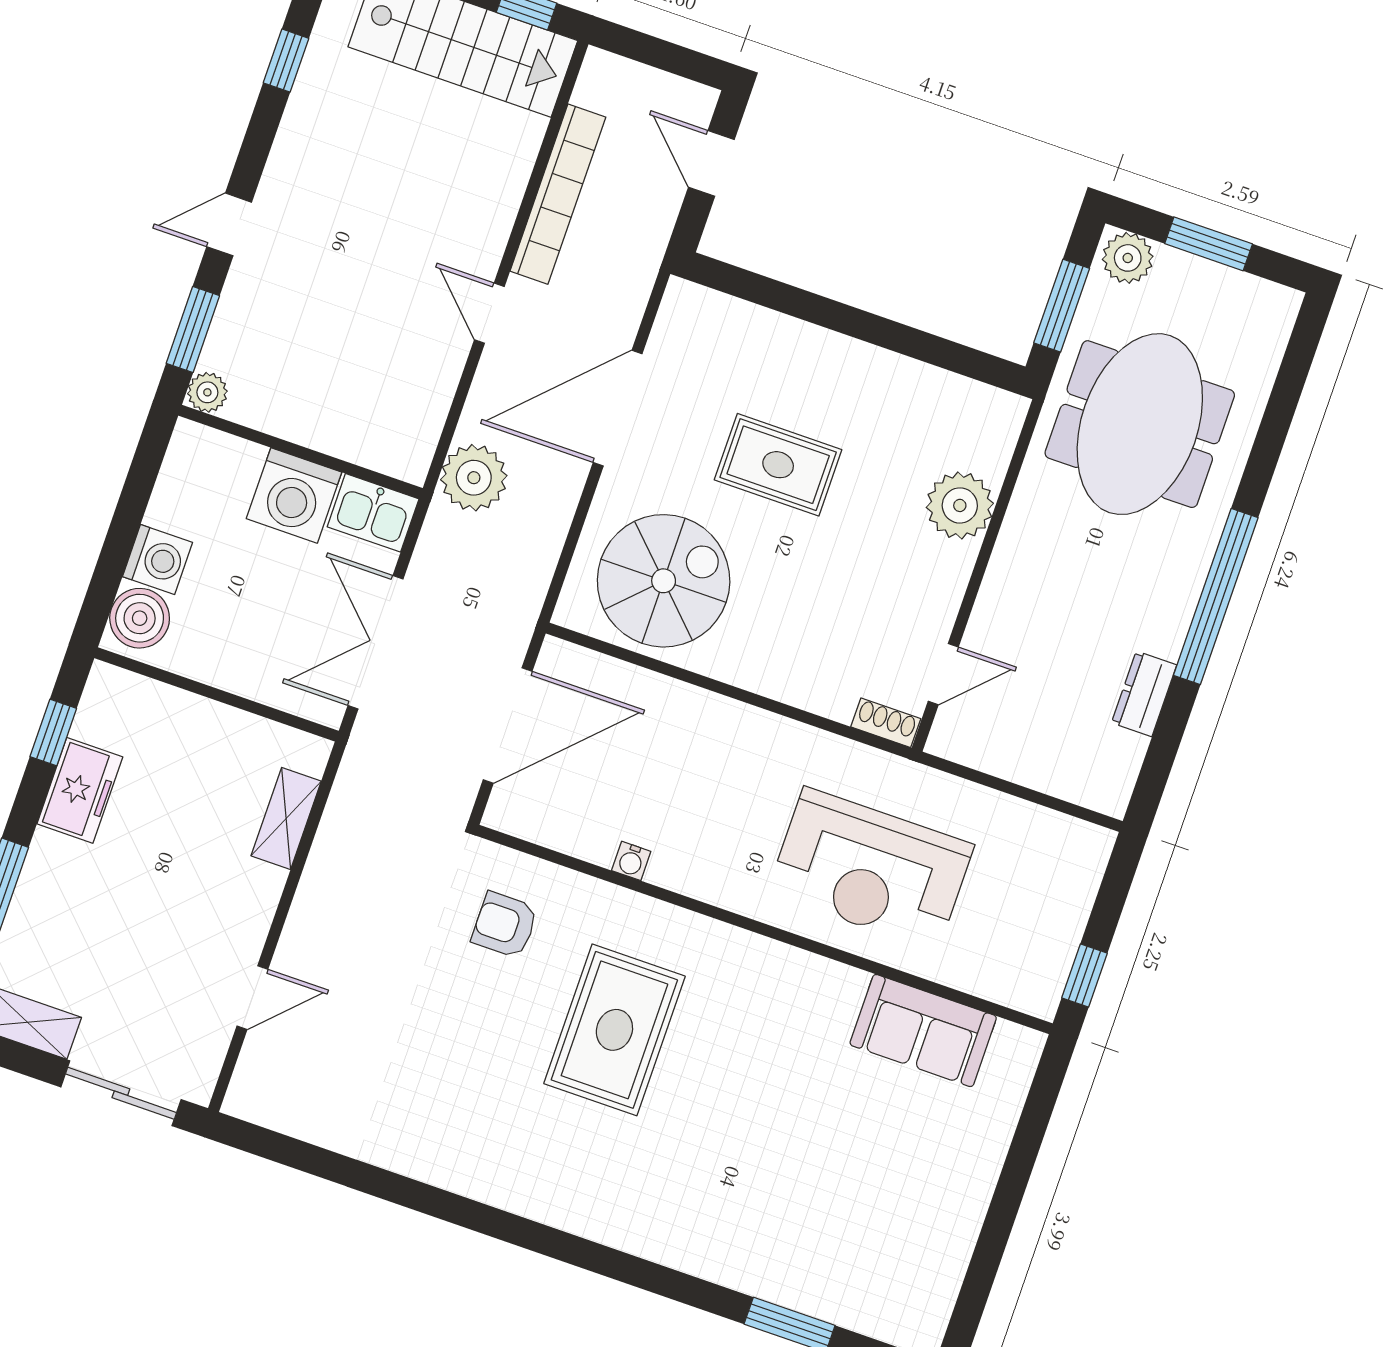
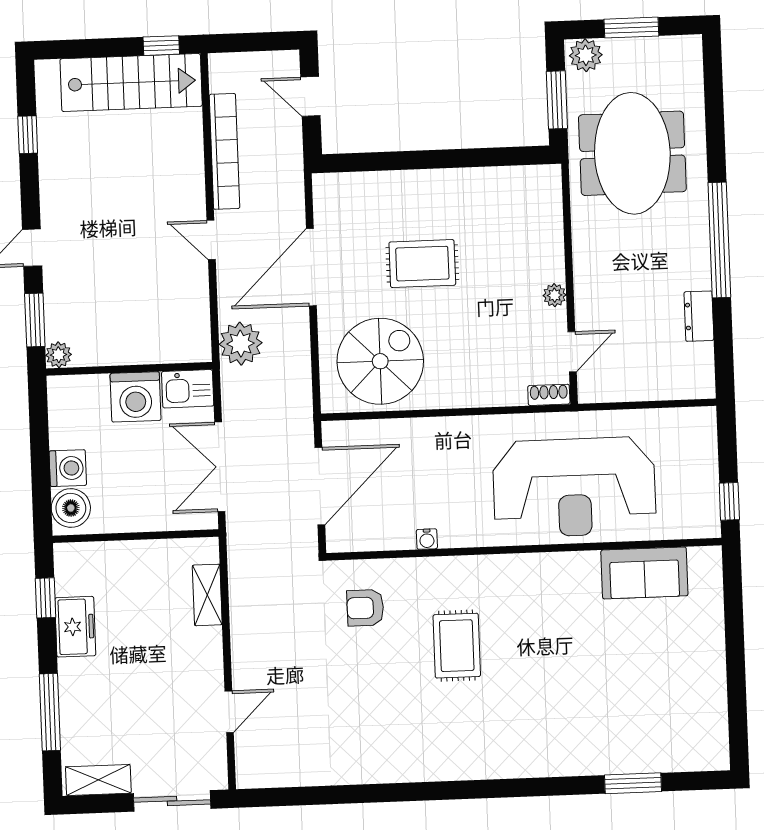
plant: (960, 505) -> (555, 295), moved, width x0.53, depth x0.53
reception desk: (871, 869) -> (574, 487), width x1.36, depth x1.30
rug: (614, 1030) -> (457, 646), width x0.73, depth x0.70

